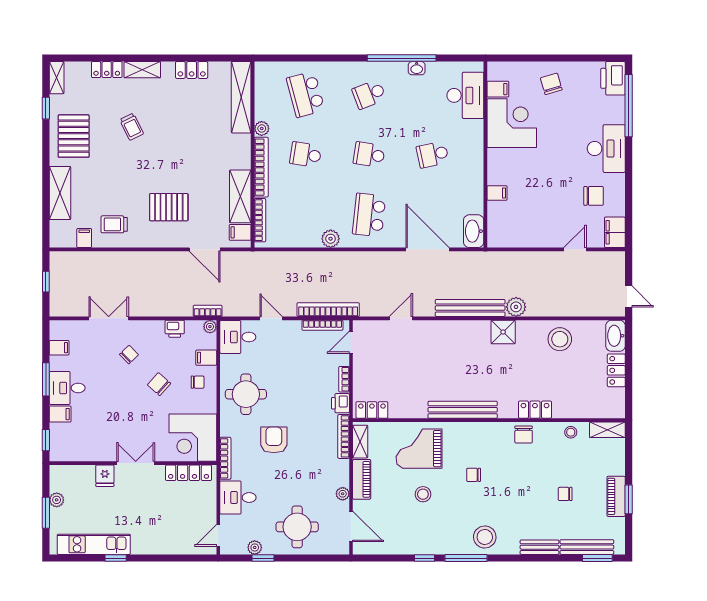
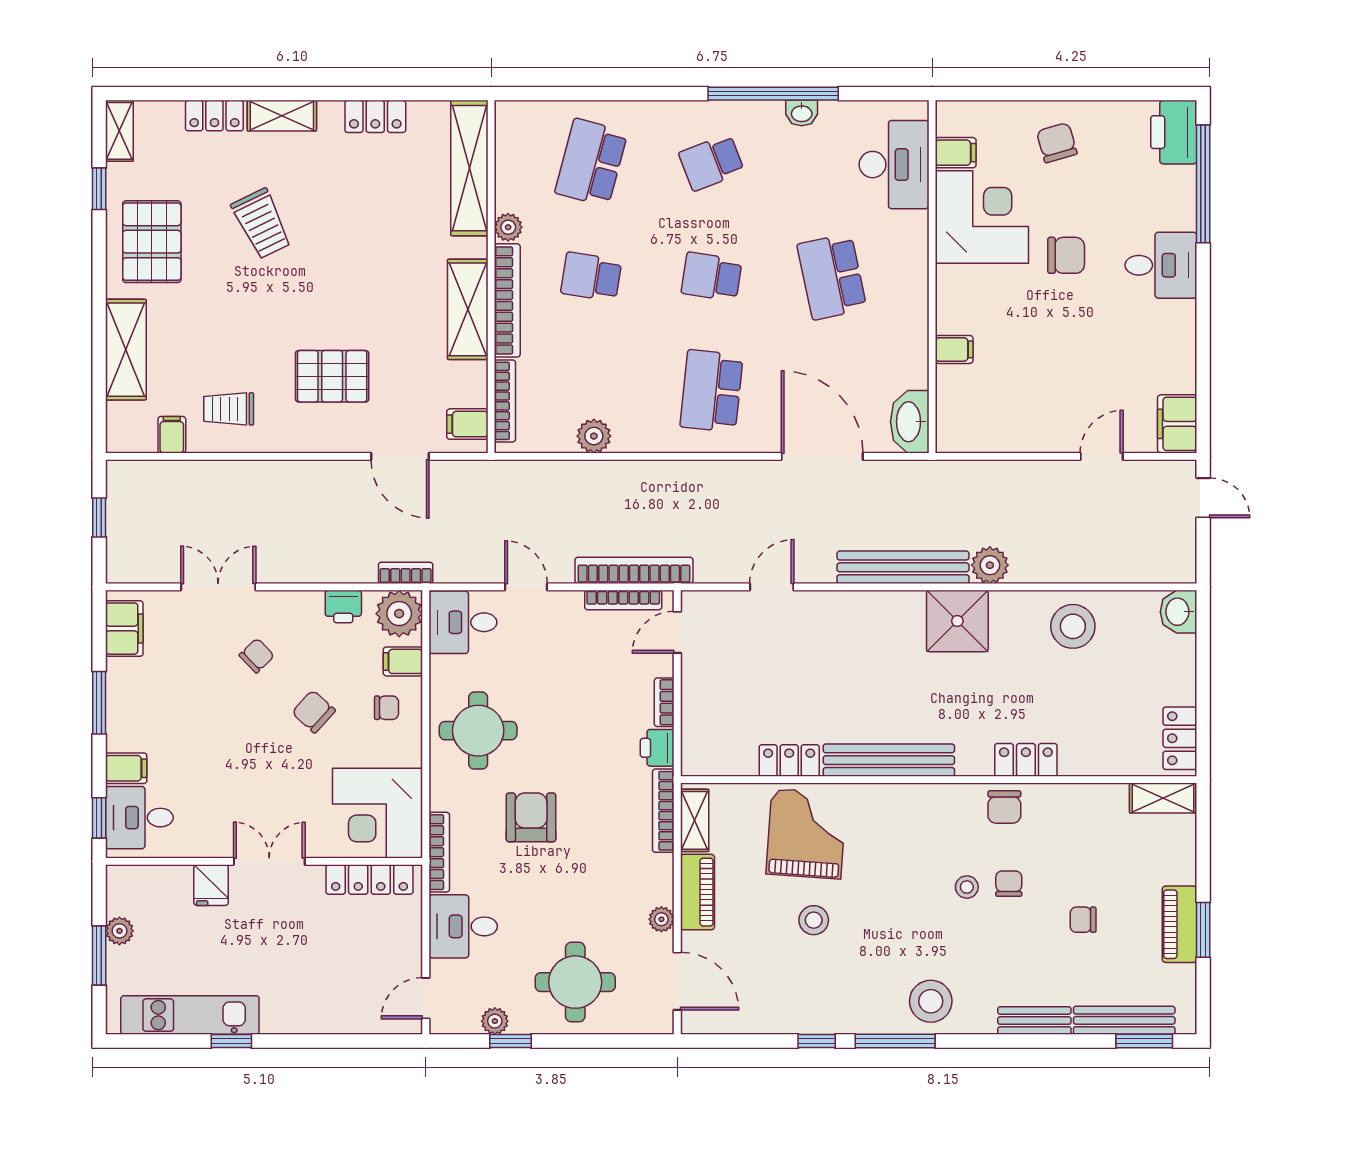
school desk: (306, 94) -> (591, 162), turned 30
trolley: (132, 127) -> (262, 224), width x1.36, depth x1.39
desk: (606, 149) -> (1161, 265), width x0.73
school desk: (433, 155) -> (832, 277), width x1.85
shelving: (240, 196) -> (468, 309), moved
chair: (594, 196) -> (1066, 255), moved
plant: (331, 239) -> (594, 436), moved
door: (629, 296) -> (1203, 498), moved
plant: (210, 327) -> (399, 614), width x1.87, depth x1.87
shower: (503, 332) -> (957, 621), width x1.36, depth x1.36
washbasin: (616, 336) -> (1178, 612), width x0.72
filing cabinet: (59, 348) -> (124, 629), width x2.00
locker: (616, 370) -> (1180, 738), moved
desk: (67, 388) -> (139, 818), moved
locker: (372, 410) -> (789, 760), moved
stool: (571, 432) -> (967, 887), moved
grand piano: (419, 449) -> (806, 834), turned 94
chair: (474, 475) -> (1009, 884), moved, turned 90

